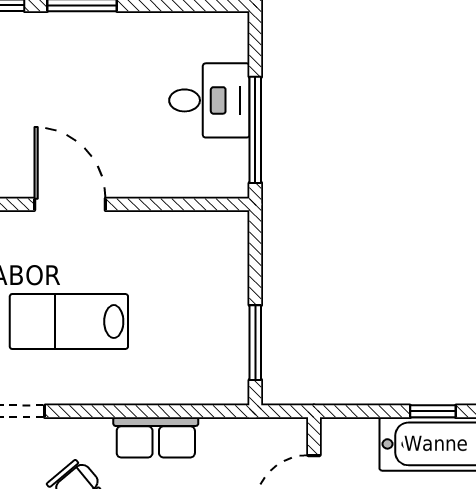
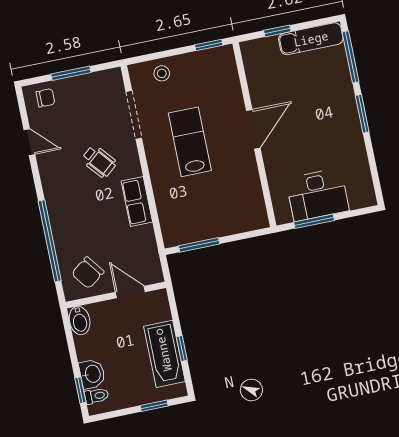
desk: (209, 100) -> (317, 195), width x1.37
window: (255, 130) -> (314, 221), width x0.69

